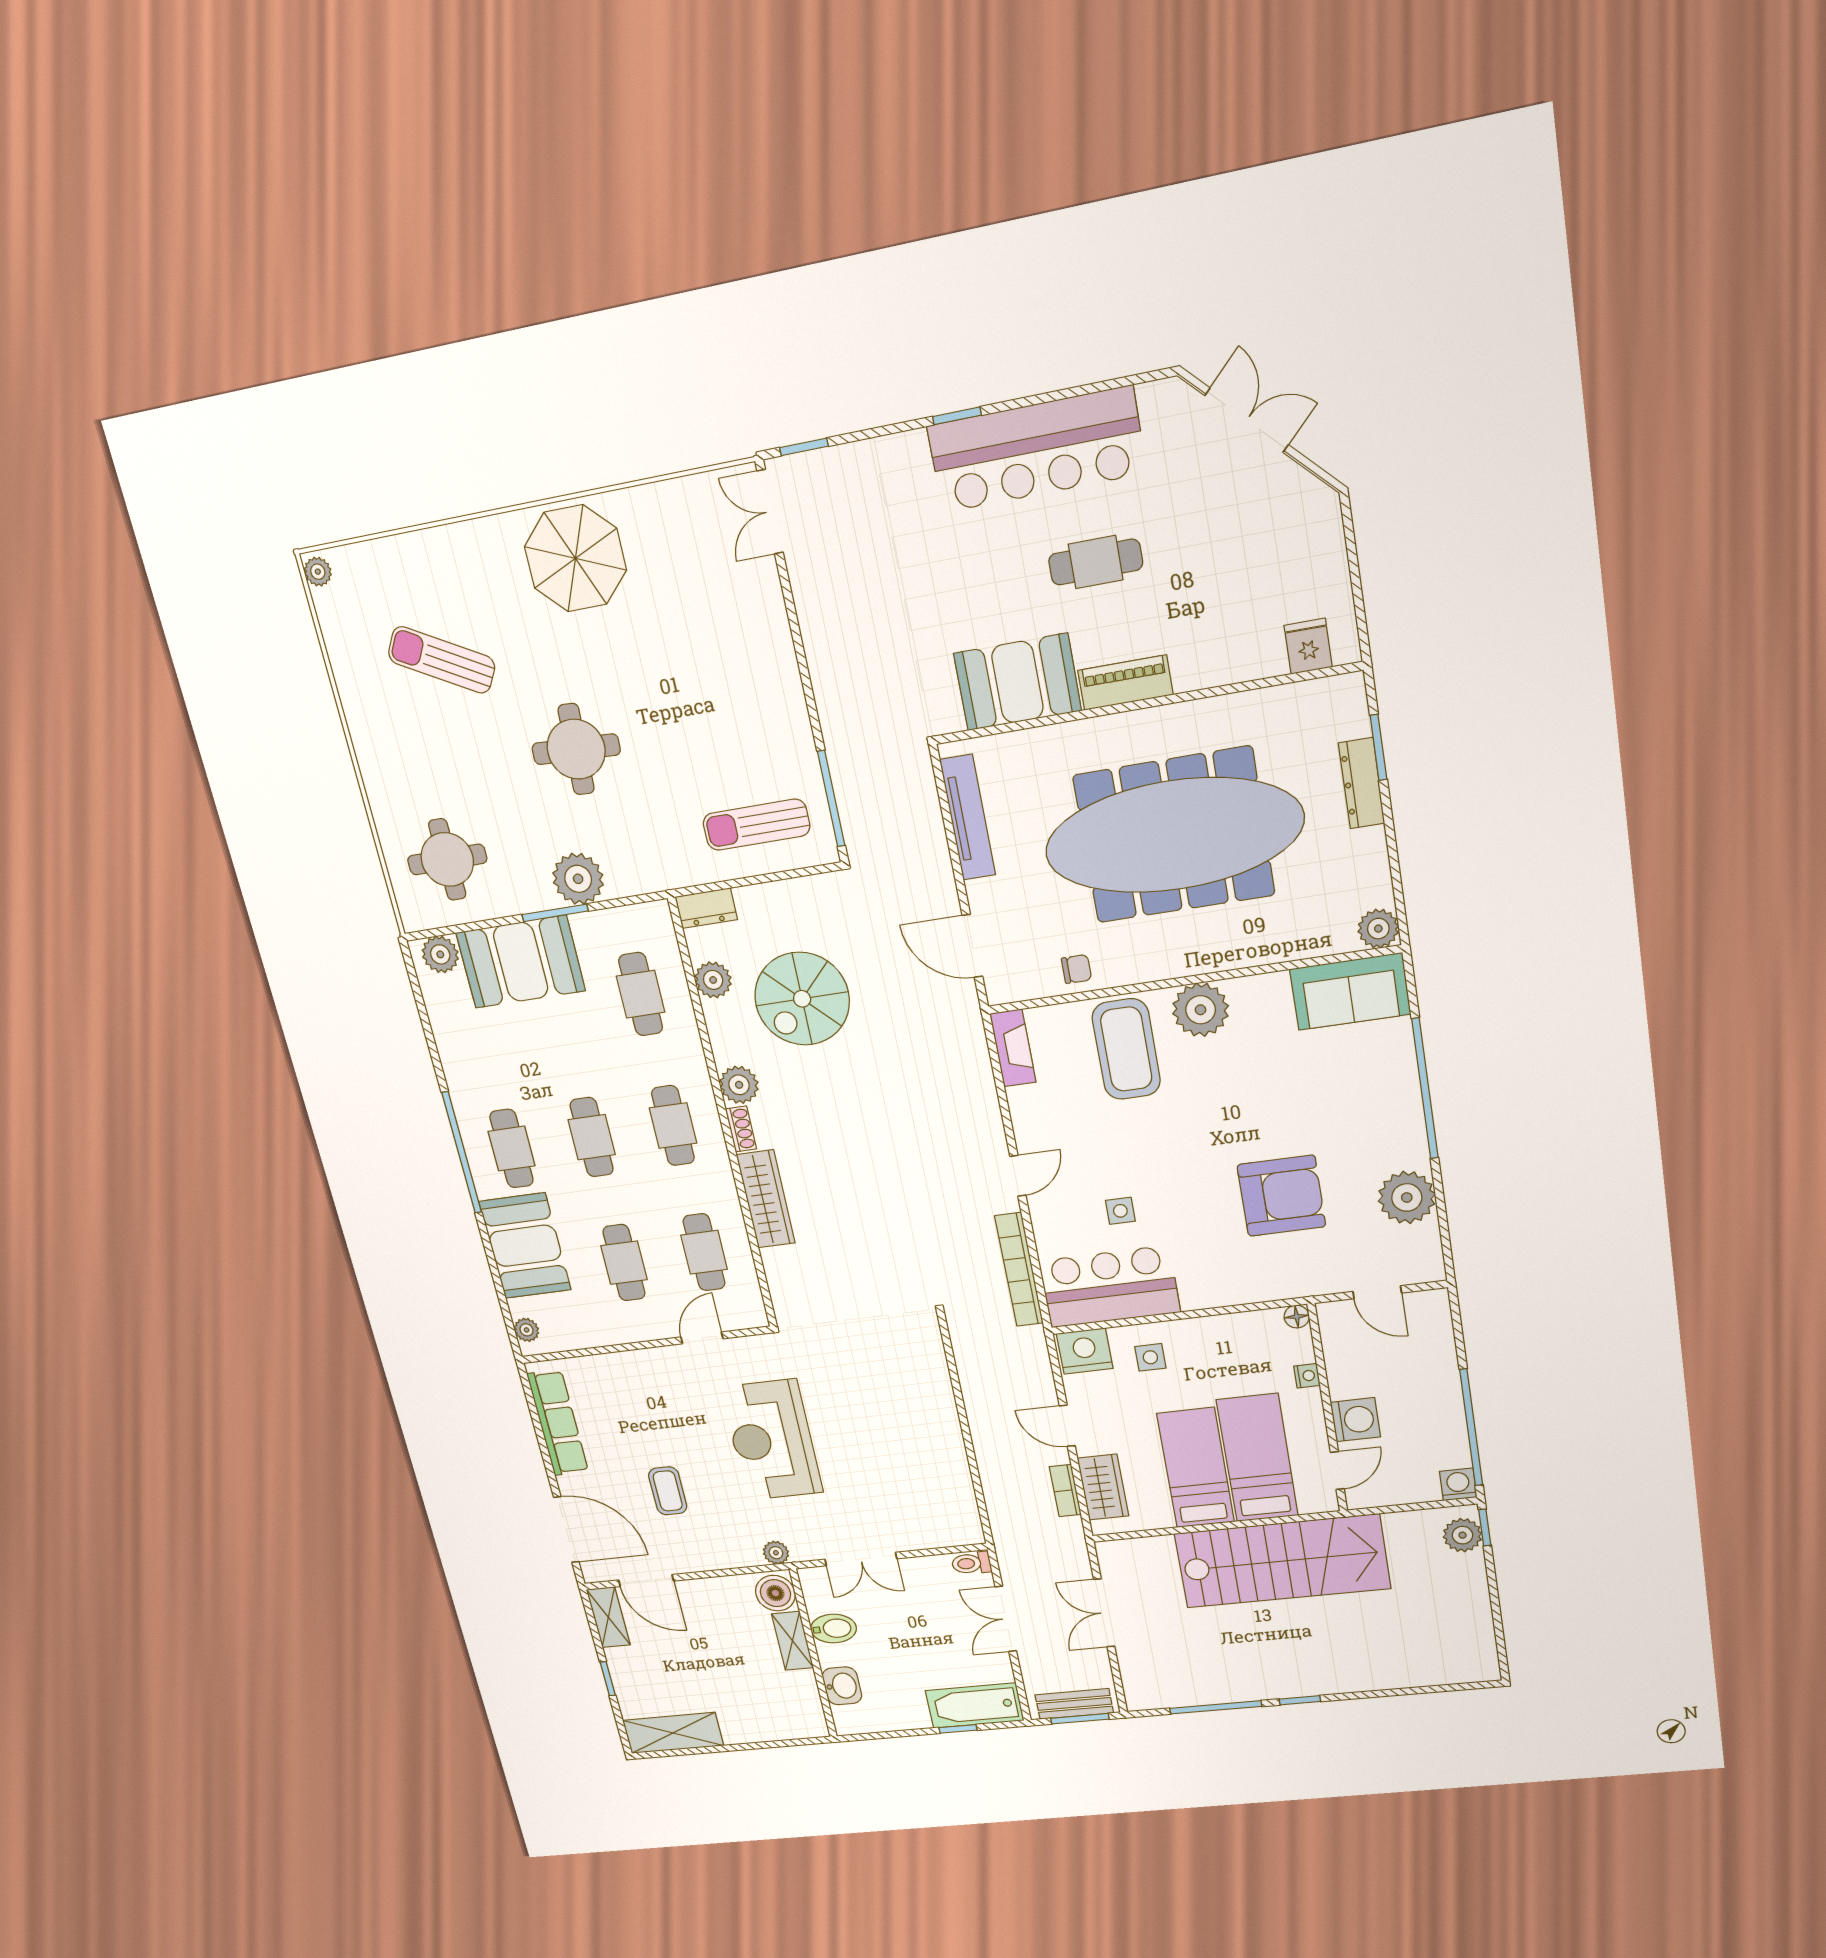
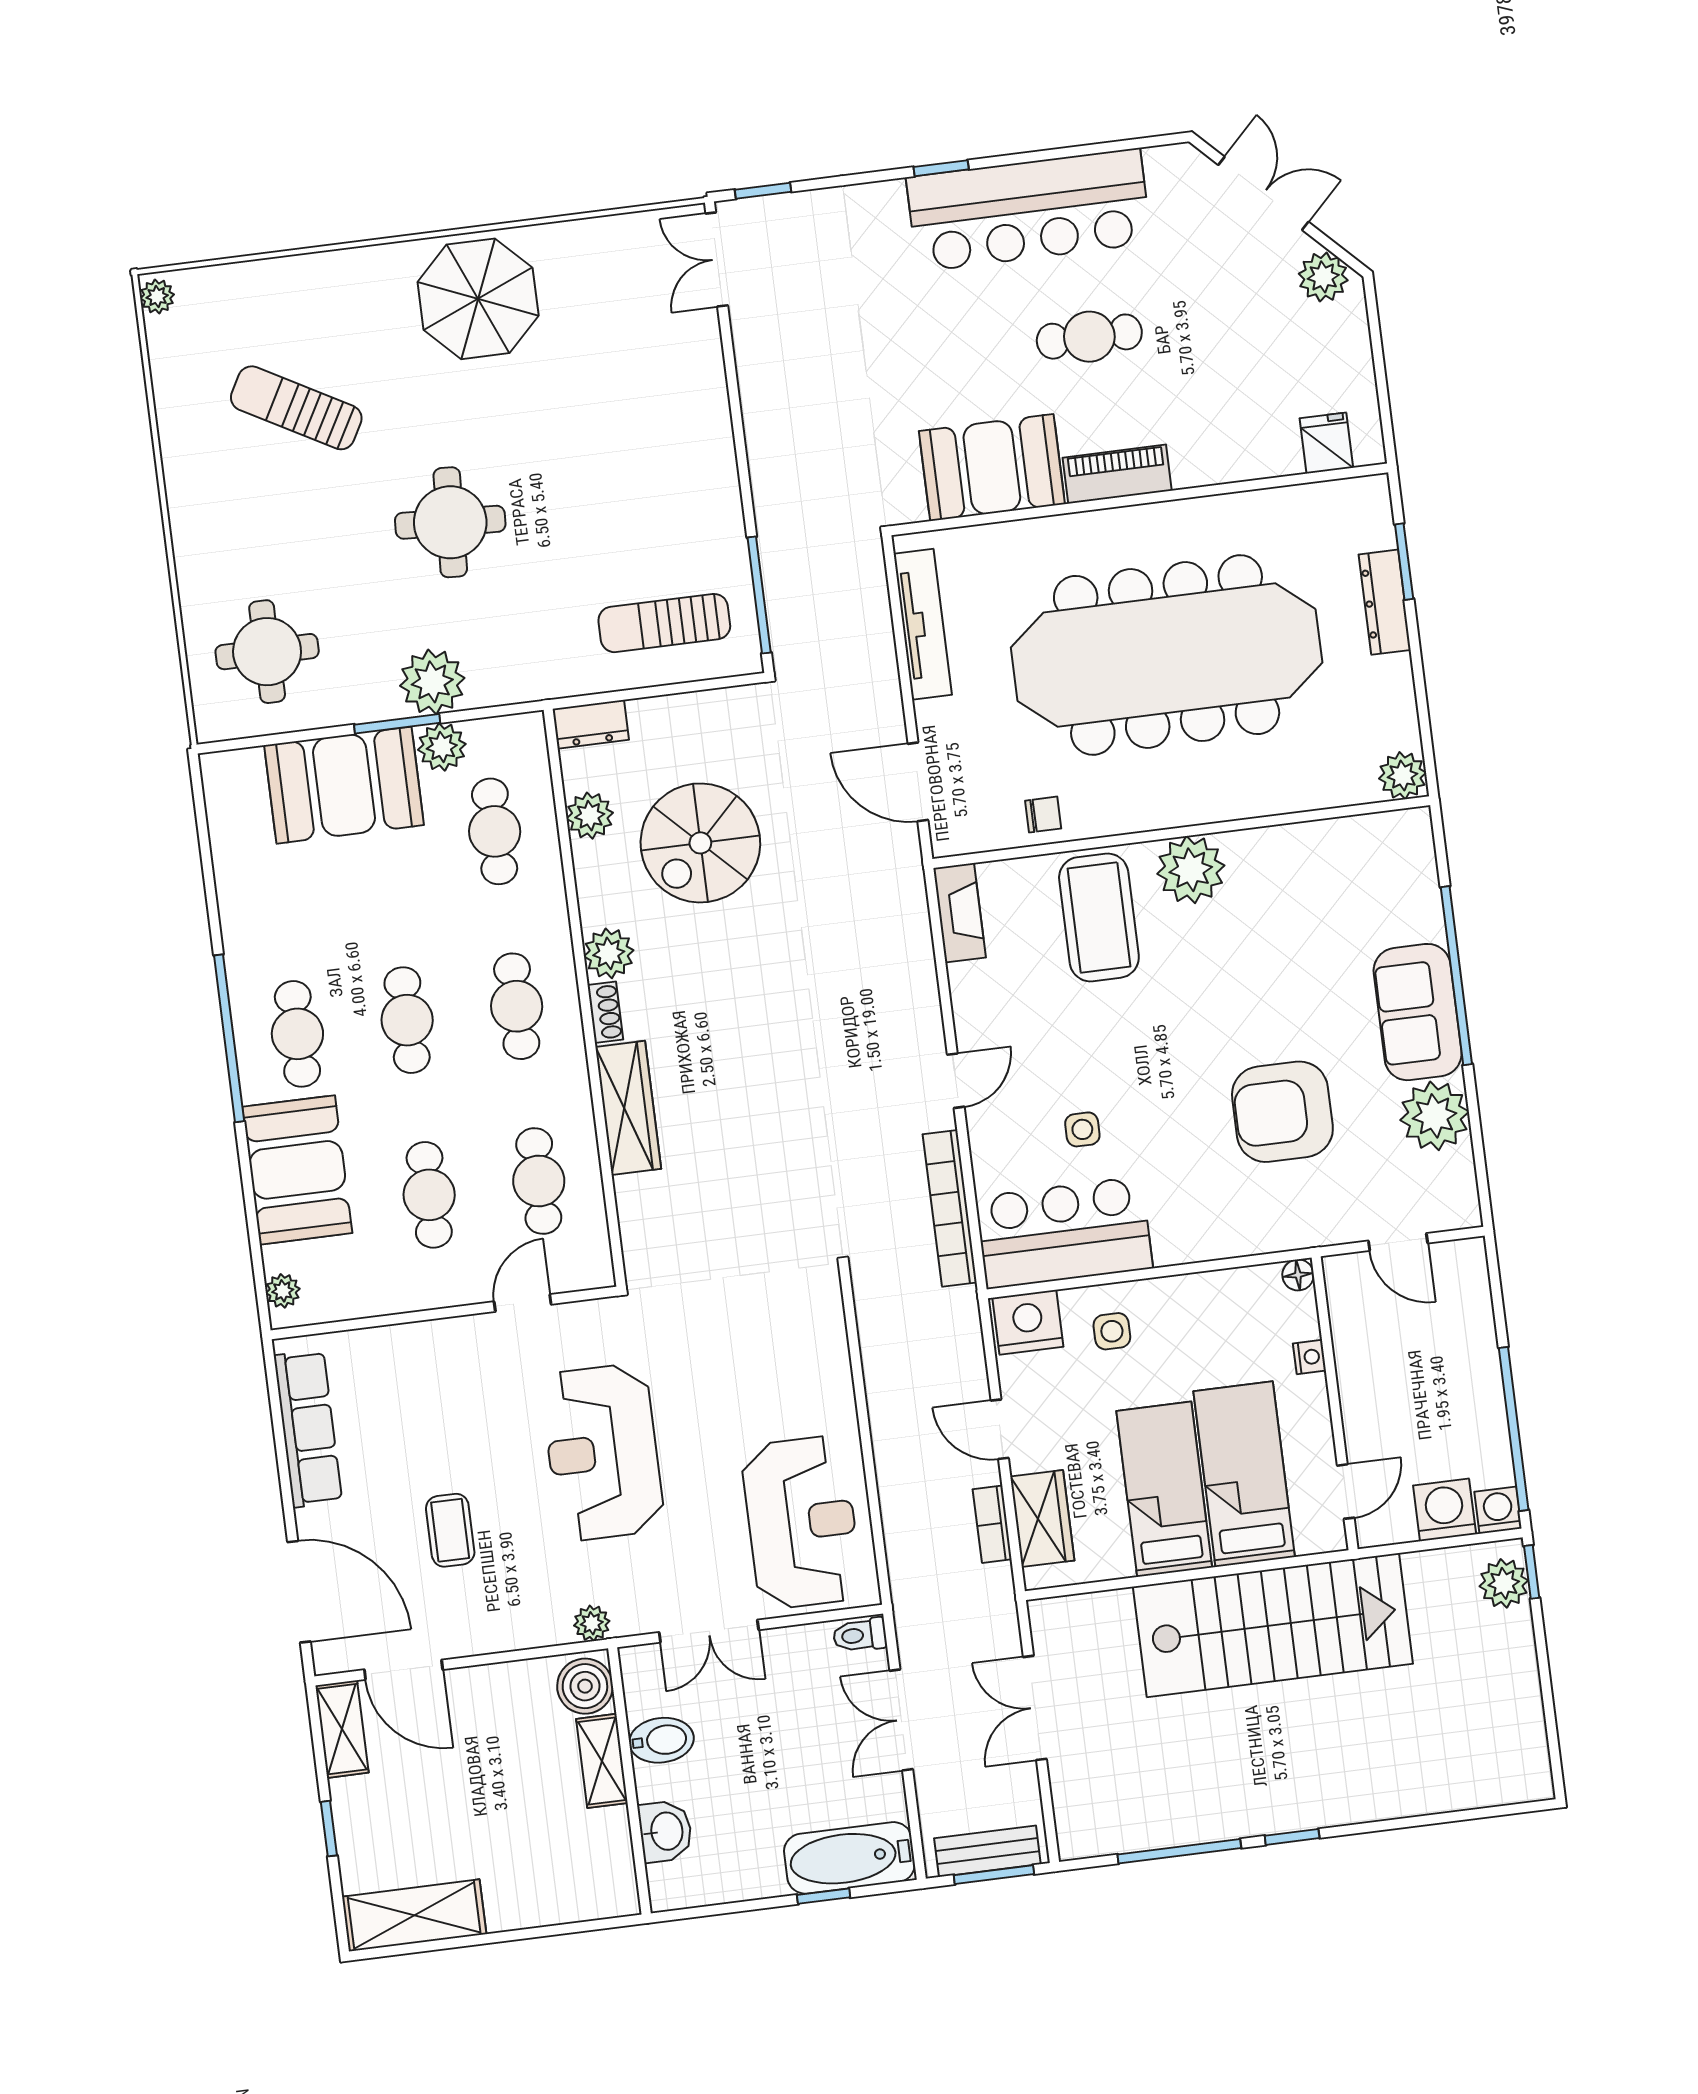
plant: (1303, 495) -> (1323, 277), added
plant: (440, 954) -> (442, 747), moved
sofa: (1350, 992) -> (1418, 1012), moved, turned 90
armchair: (1281, 1196) -> (1282, 1112), turned 180
washing machine: (1355, 1420) -> (1445, 1510), moved, turned -90
reception desk: (923, 1488) -> (802, 1522), added

